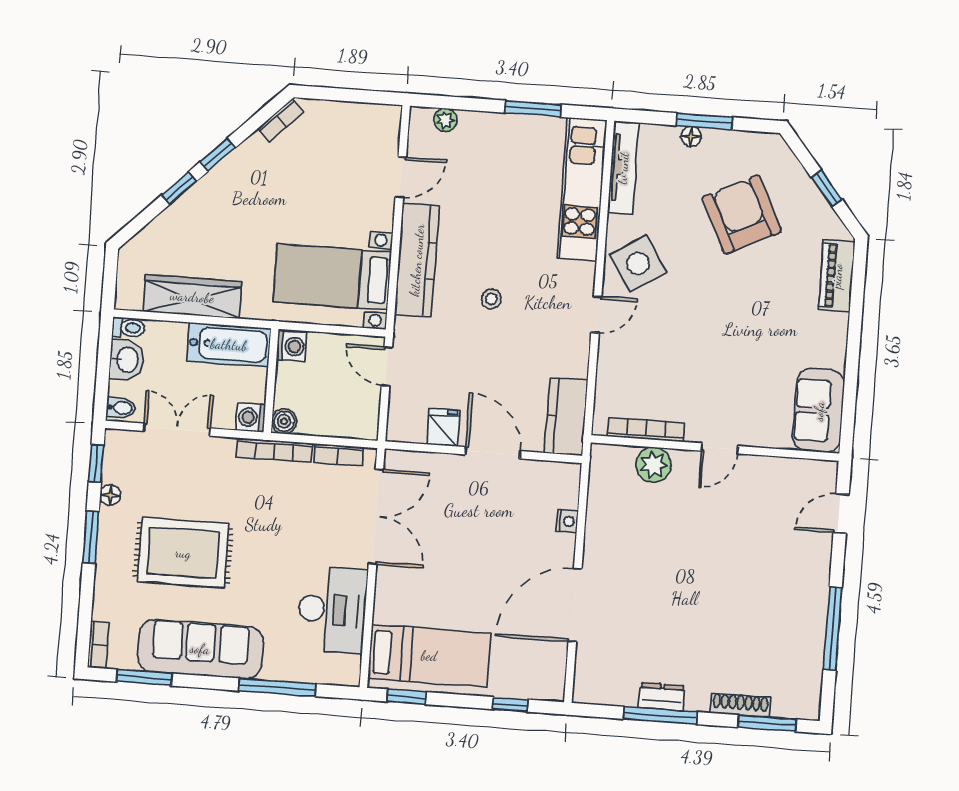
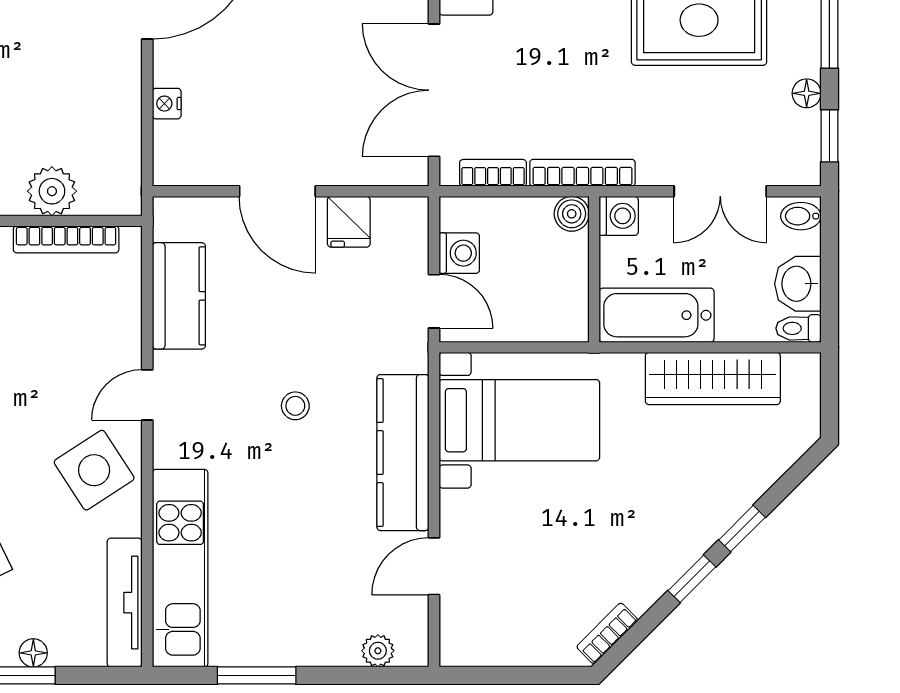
washing machine: (292, 346) -> (459, 253), moved, turned 180
kitchen counter: (566, 416) -> (179, 296), moved

